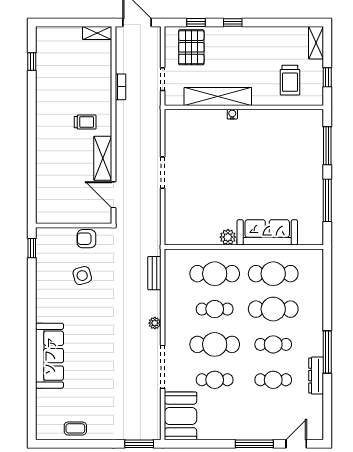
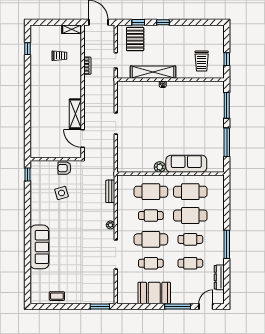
shelving: (316, 43) -> (219, 36), removed
trolley: (85, 122) -> (59, 56), moved
dresser: (316, 376) -> (219, 277), moved
booth: (181, 416) -> (154, 293), moved, turned 90

